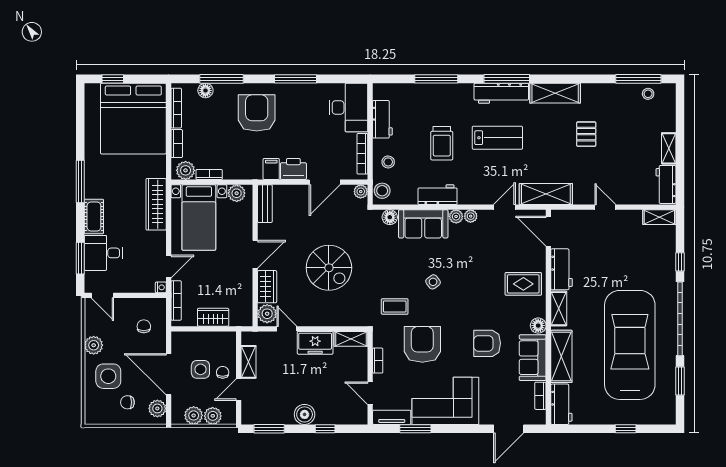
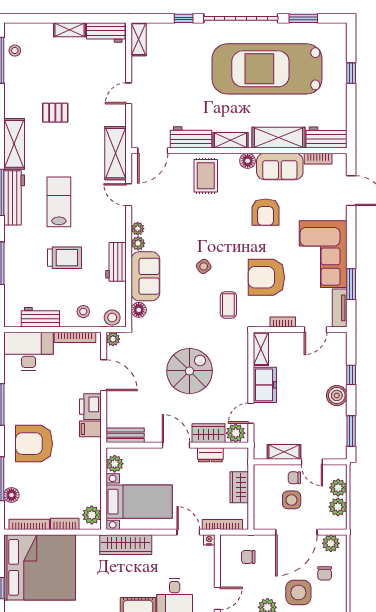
bookcase: (209, 174) -> (96, 491), removed
dresser: (245, 289) -> (210, 455), added

